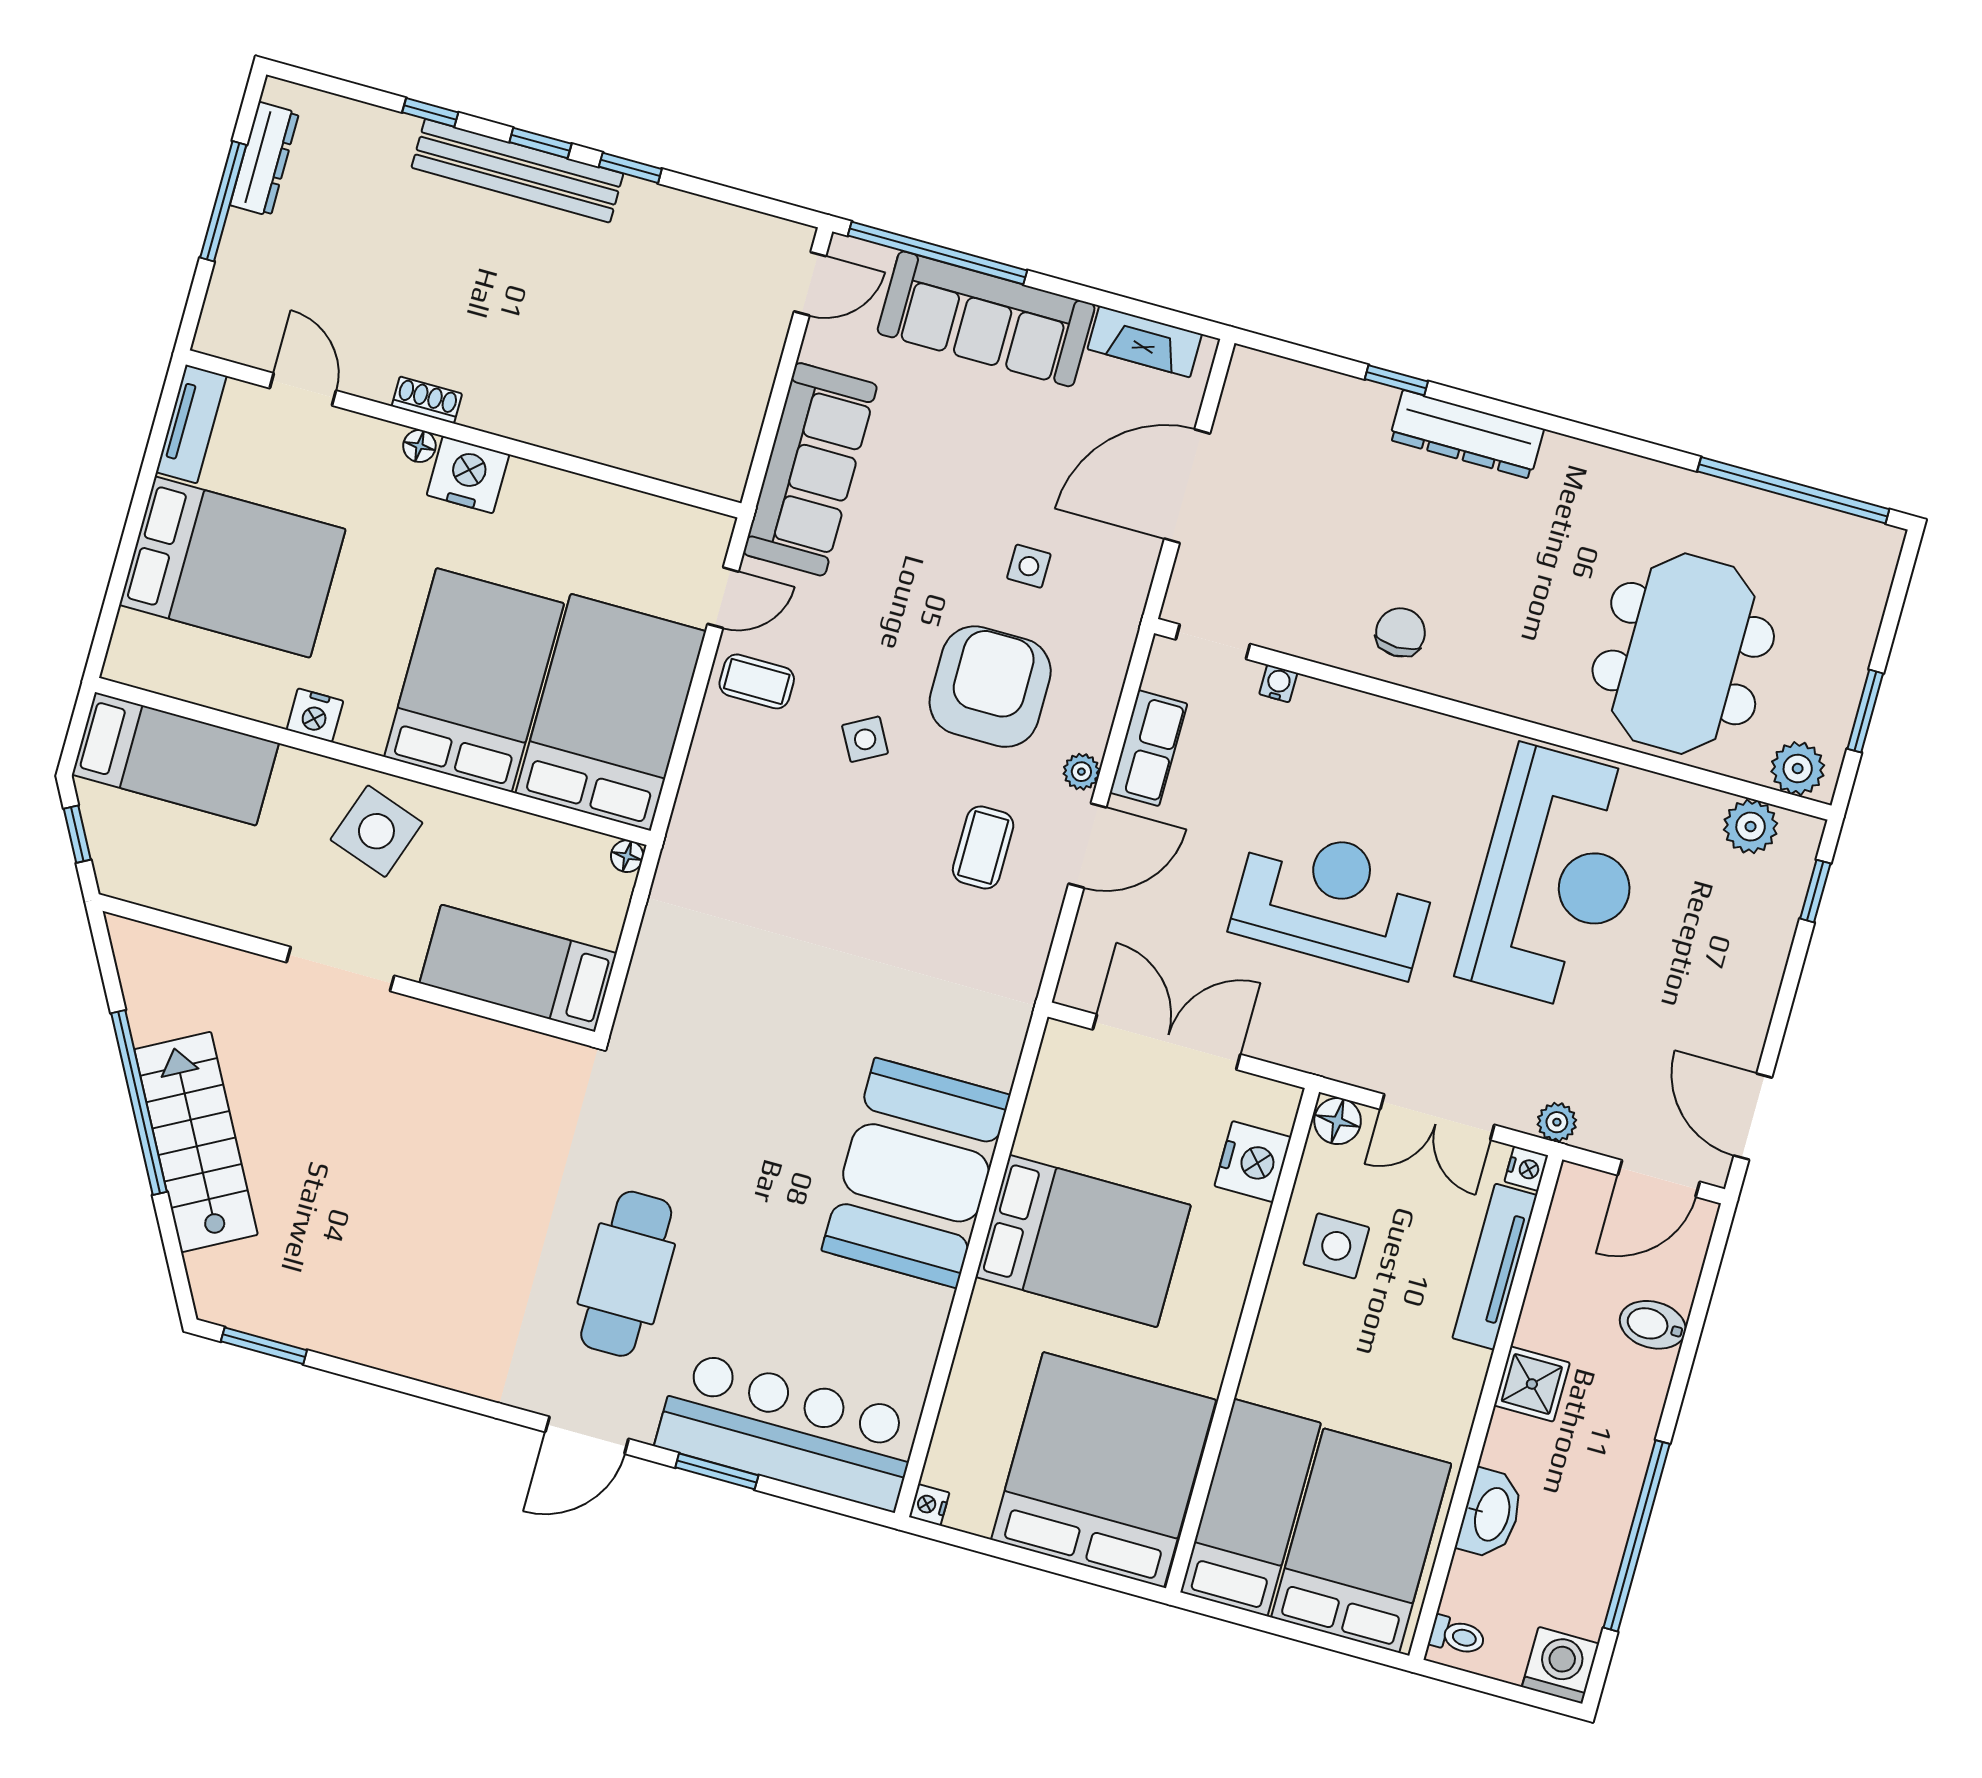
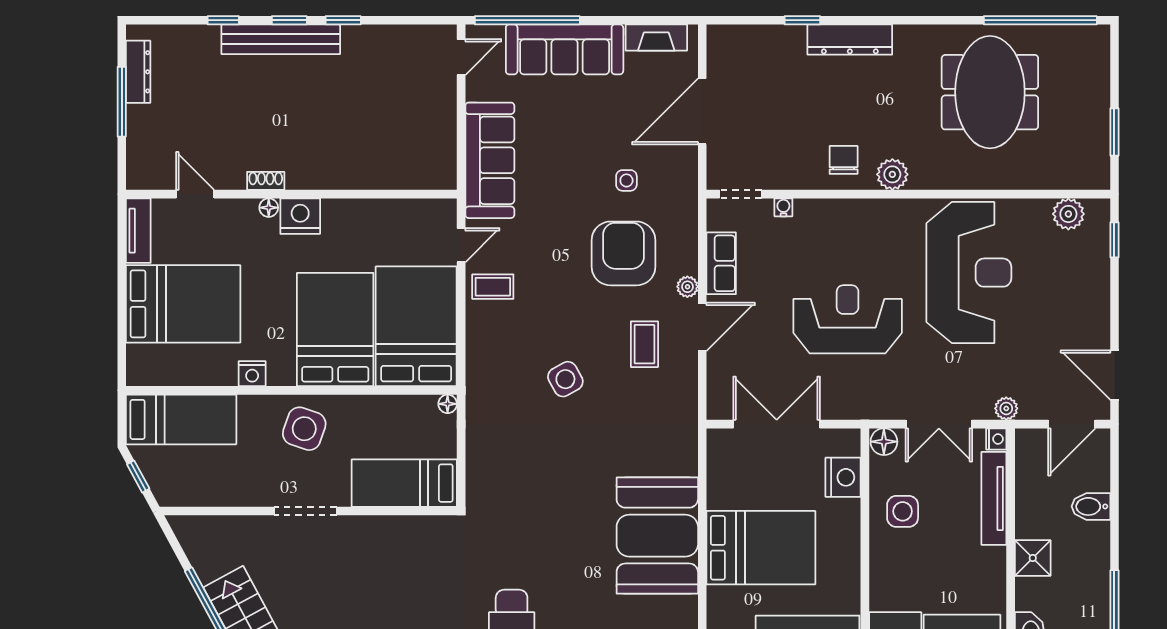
meeting table: (1683, 654) -> (990, 92), moved
side table: (865, 739) -> (565, 379), moved, width x1.37, depth x1.37
plant: (1798, 768) -> (892, 174), moved

